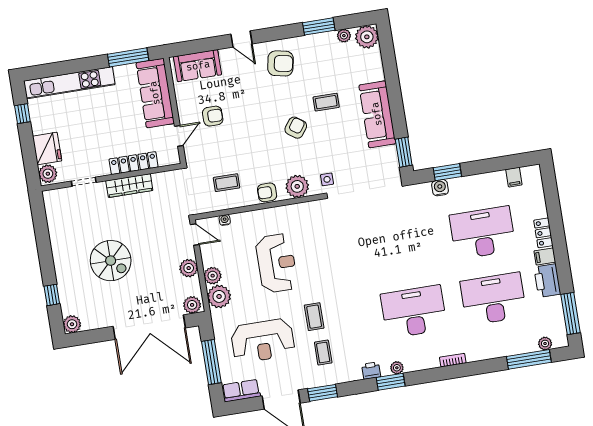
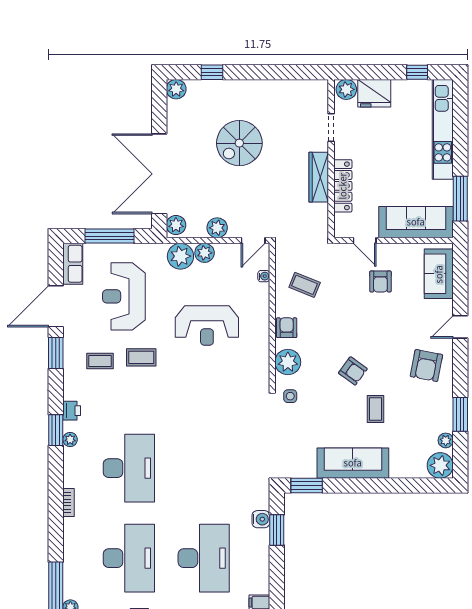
coffee table: (227, 183) -> (305, 285), turned -68

